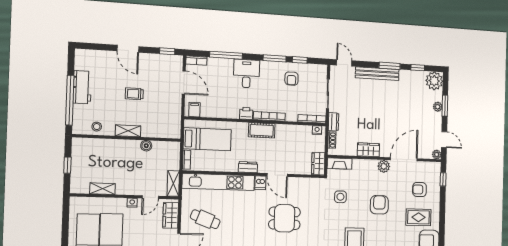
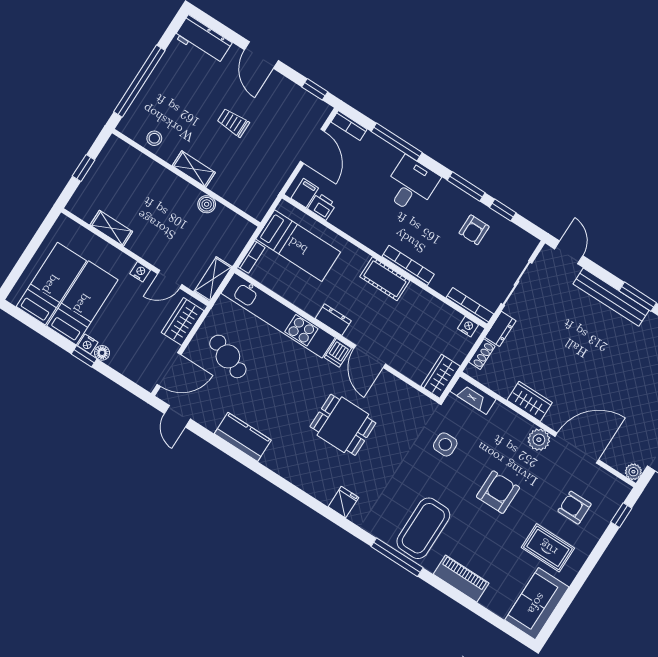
workbench: (82, 87) -> (203, 40), moved, turned 90
printer: (246, 113) -> (322, 206), moved

